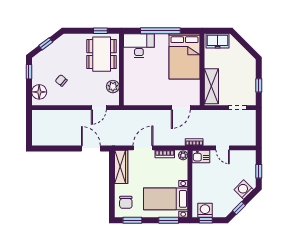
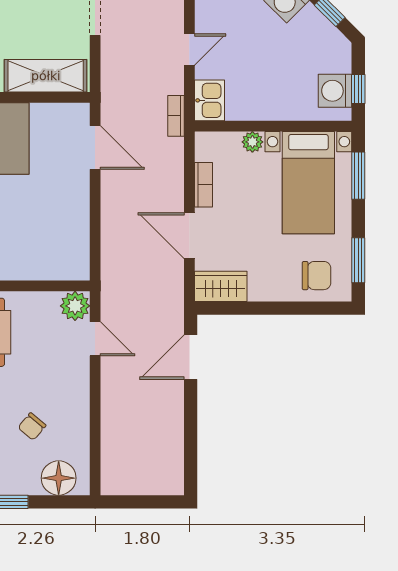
plant: (113, 87) -> (75, 306), moved
plant: (183, 155) -> (252, 142), moved
wardrobe: (121, 167) -> (221, 286), width x0.67

